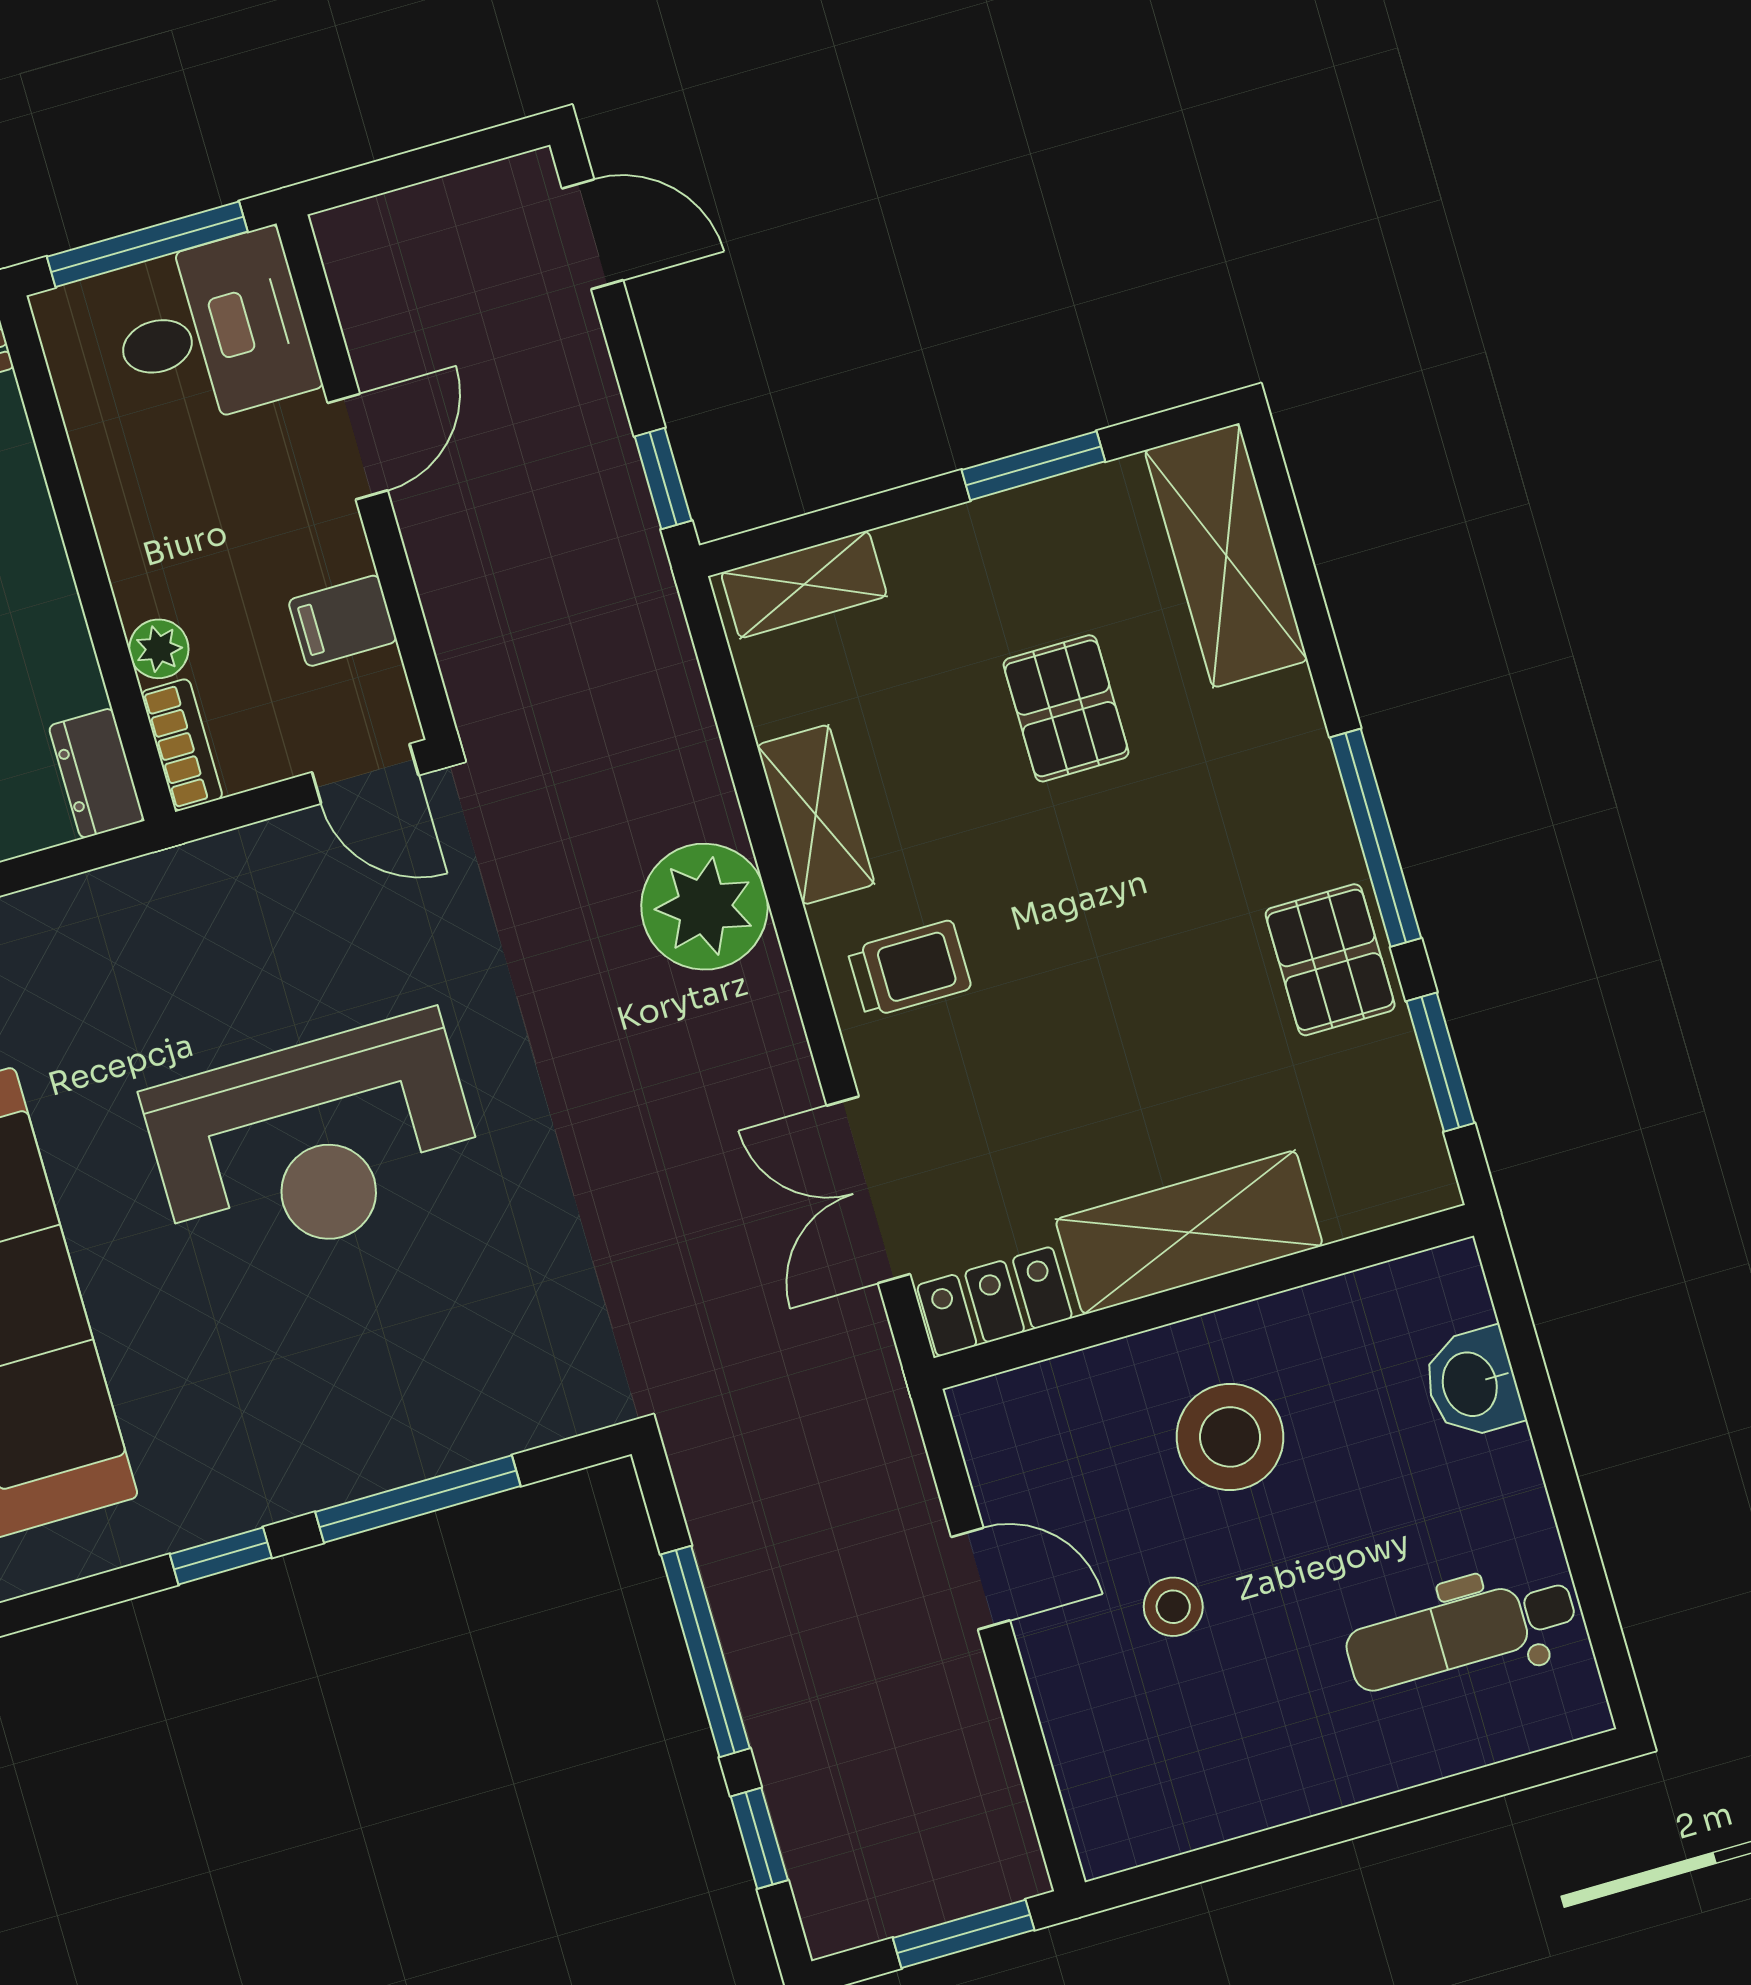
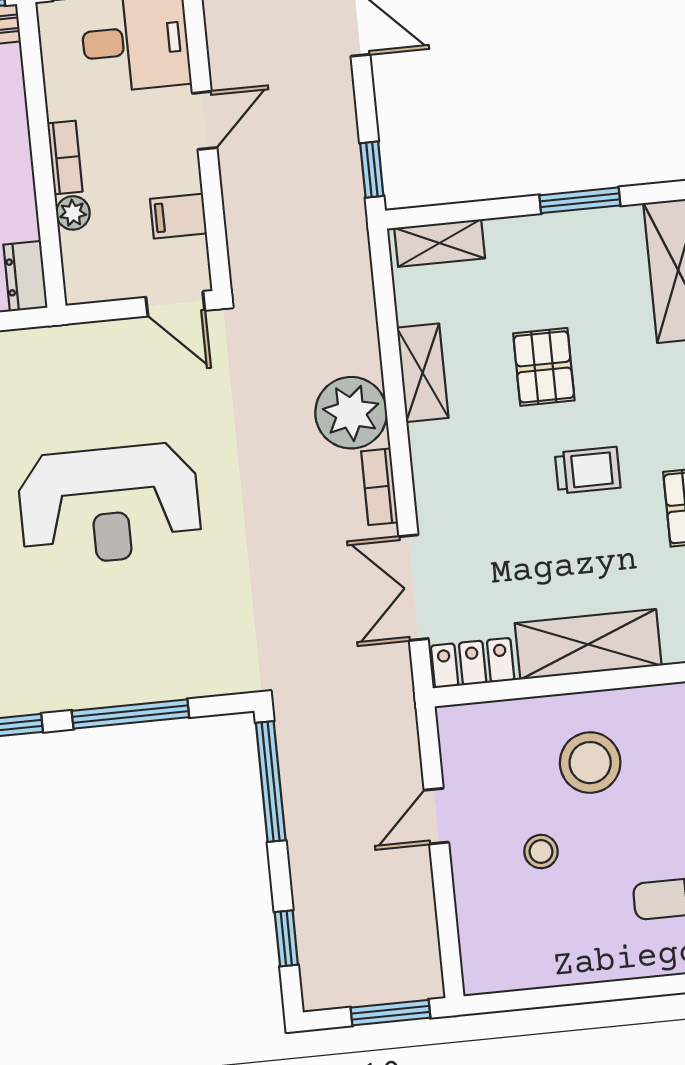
pallet: (1066, 708) -> (544, 367), moved
bookcase: (182, 745) -> (65, 157), moved
trolley: (909, 969) -> (588, 470), moved
bookcase: (777, 1026) -> (380, 487), added
door: (981, 1579) -> (436, 816), swing flipped
window: (705, 1651) -> (271, 782), moved

